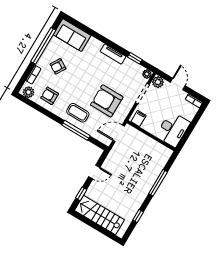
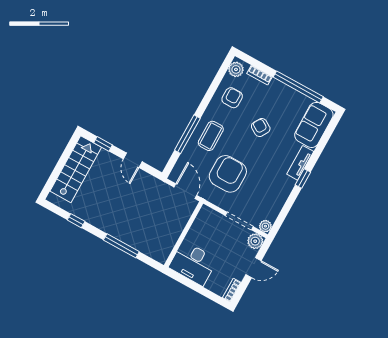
tv unit: (113, 54) -> (300, 163), moved
window: (135, 58) -> (303, 178), moved
armchair: (58, 66) -> (261, 128), moved
filing cabinet: (139, 118) -> (206, 217), removed

